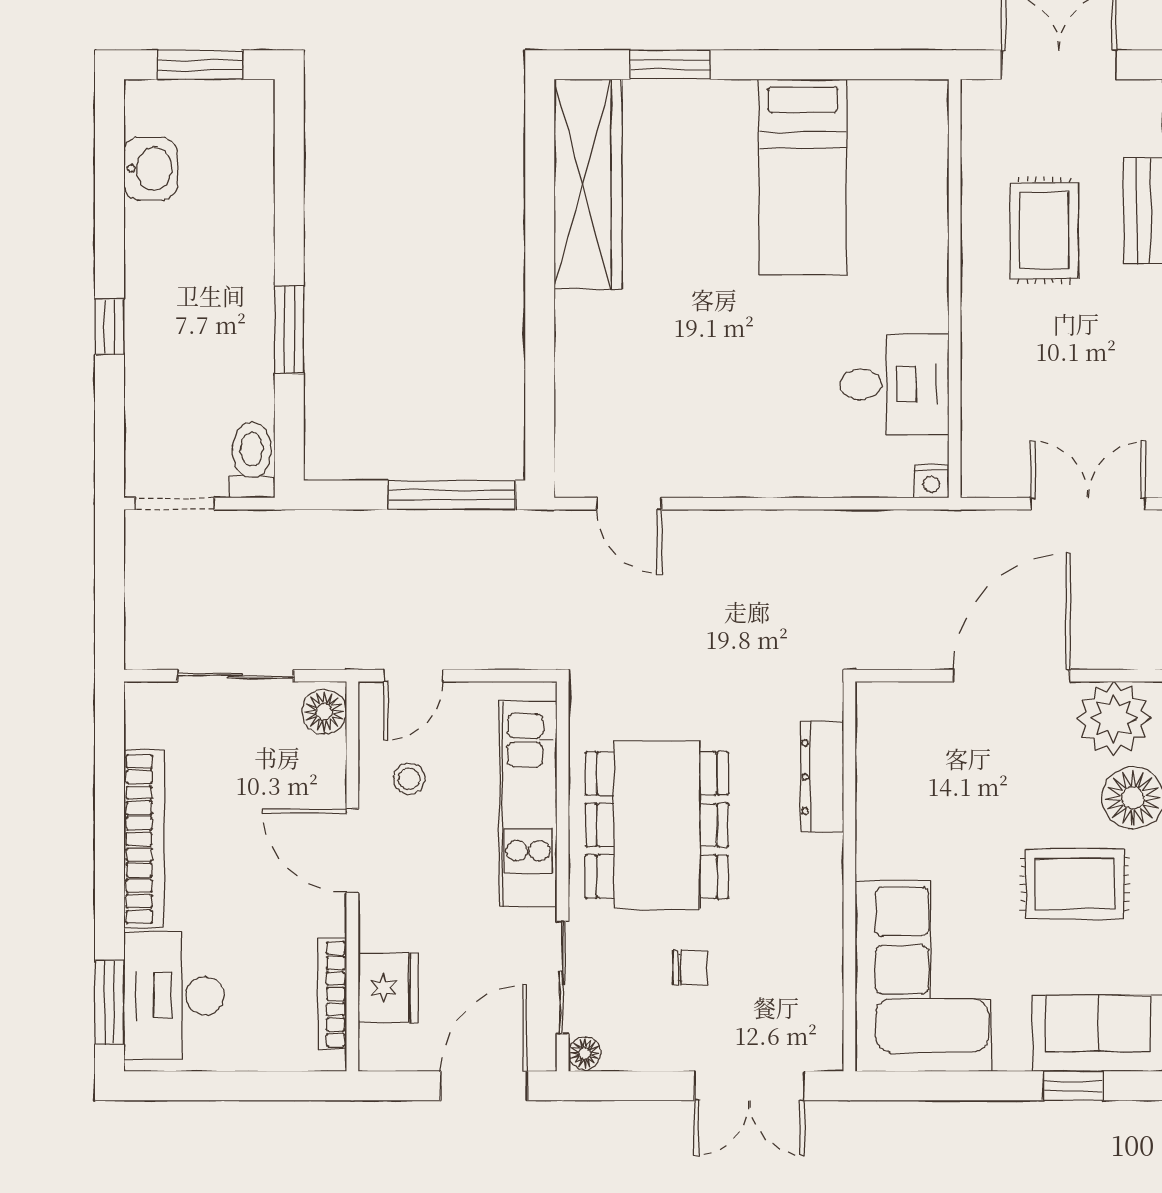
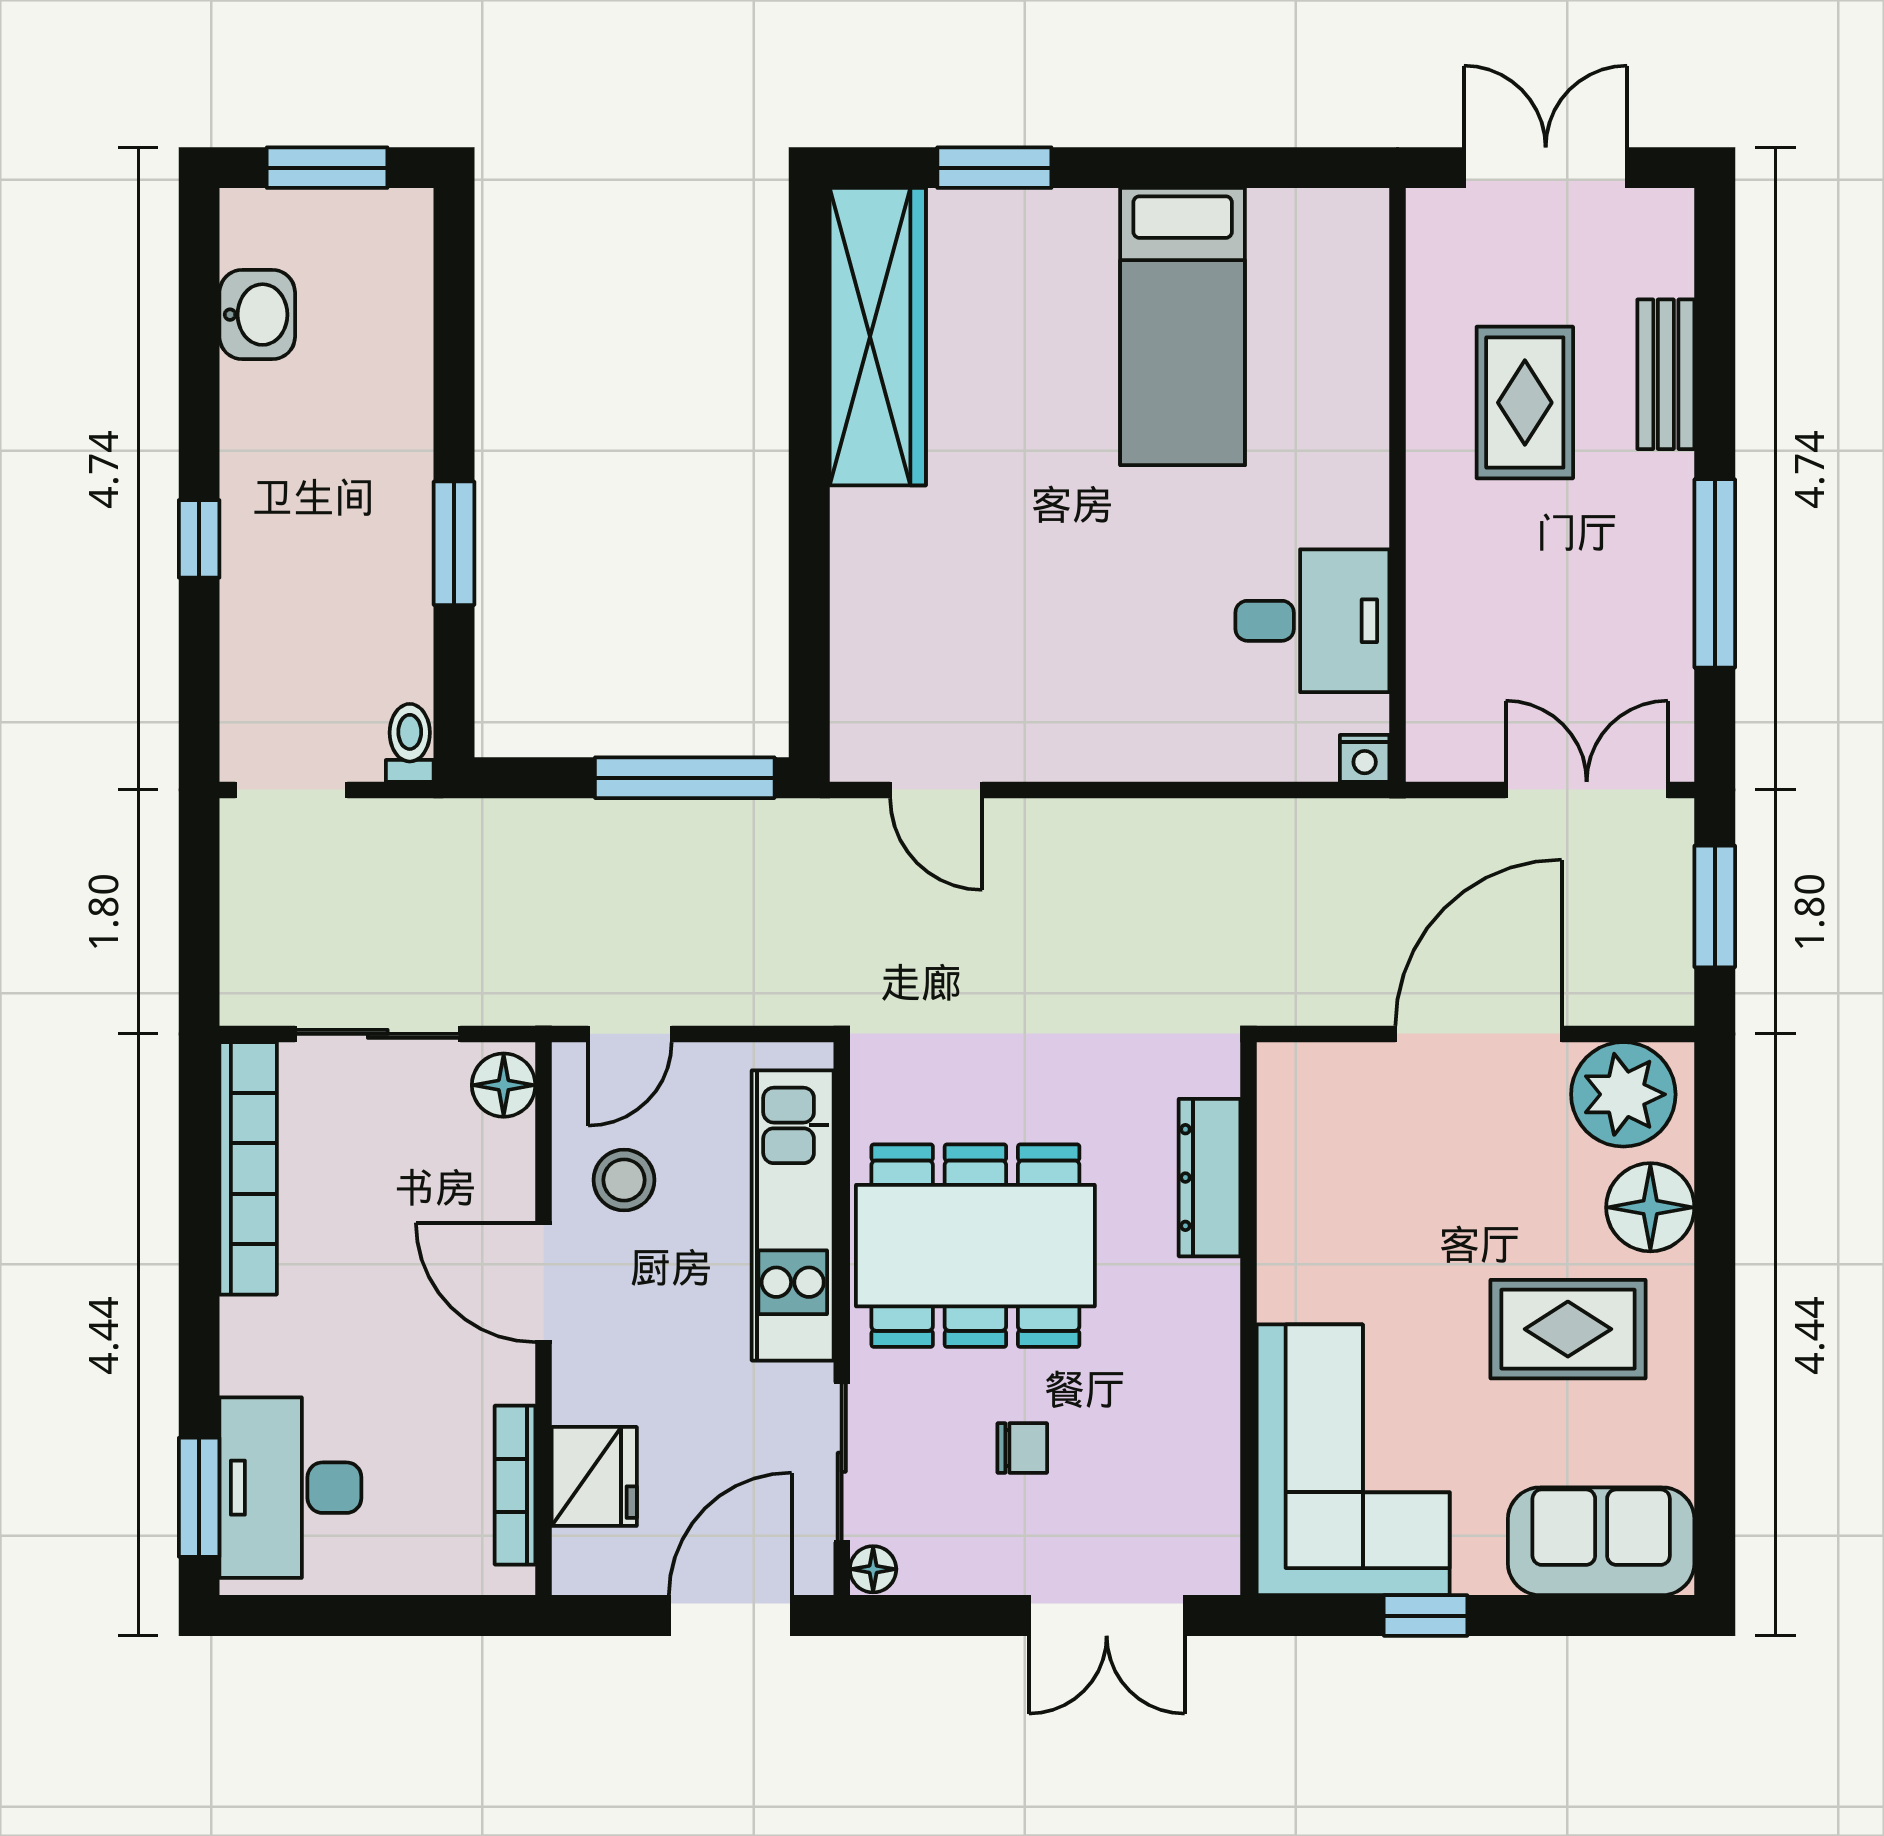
toilet: (252, 460) -> (410, 743), width x0.73, depth x0.72
stool: (409, 779) -> (624, 1180), width x1.37, depth x1.37
dining table: (657, 825) -> (975, 1246), turned 90
bookcase: (144, 839) -> (248, 1168), moved
window: (1073, 1086) -> (1426, 1616), moved

